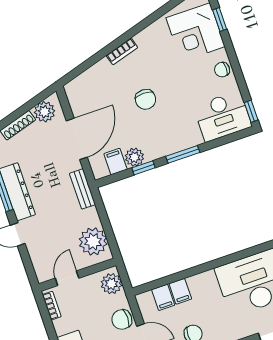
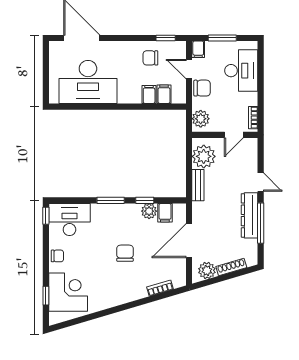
bookcase: (122, 51) -> (160, 288), moved
bench: (82, 189) -> (198, 185), moved

